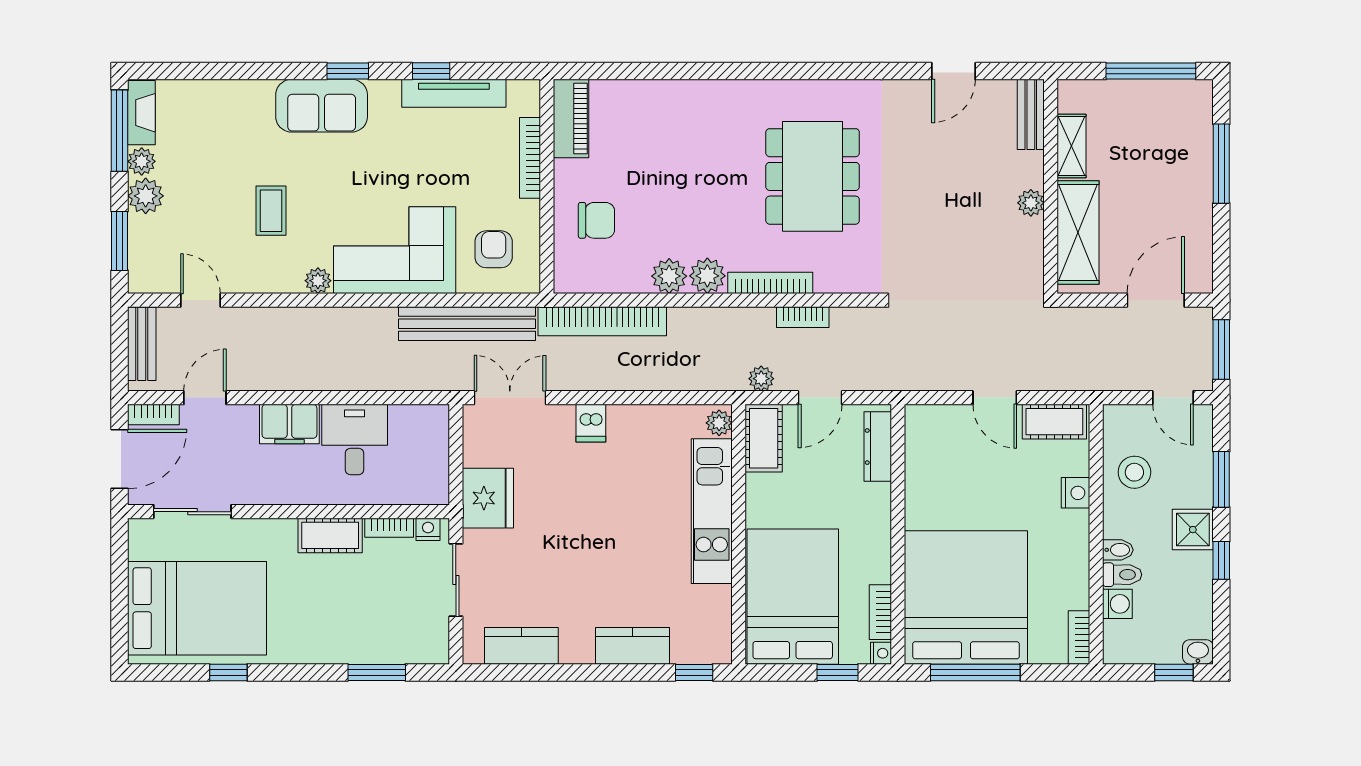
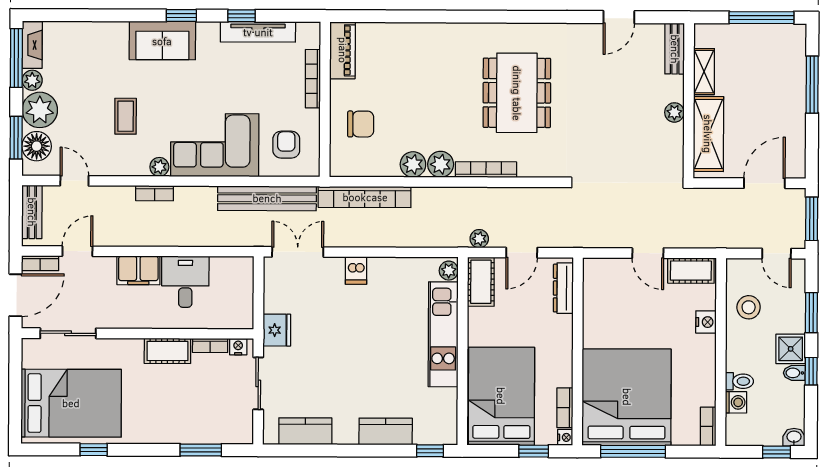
plant: (146, 196) -> (40, 110), width x1.36, depth x1.36
floor lamp: (148, 253) -> (37, 146), added
bookcase: (803, 317) -> (155, 193), moved
fridge: (488, 498) -> (277, 330), width x0.73, depth x0.75
bidet: (1118, 550) -> (794, 373), moved, turned 180

